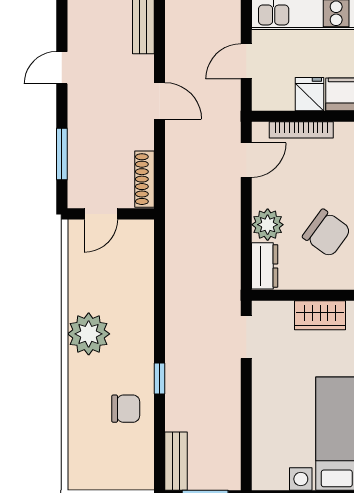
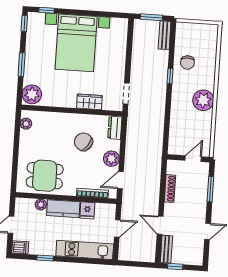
door: (159, 101) -> (160, 225), moved
shoe rack: (144, 179) -> (170, 189), moved
plant: (268, 225) -> (111, 159), moved
chair: (126, 409) -> (187, 63), turned -90

